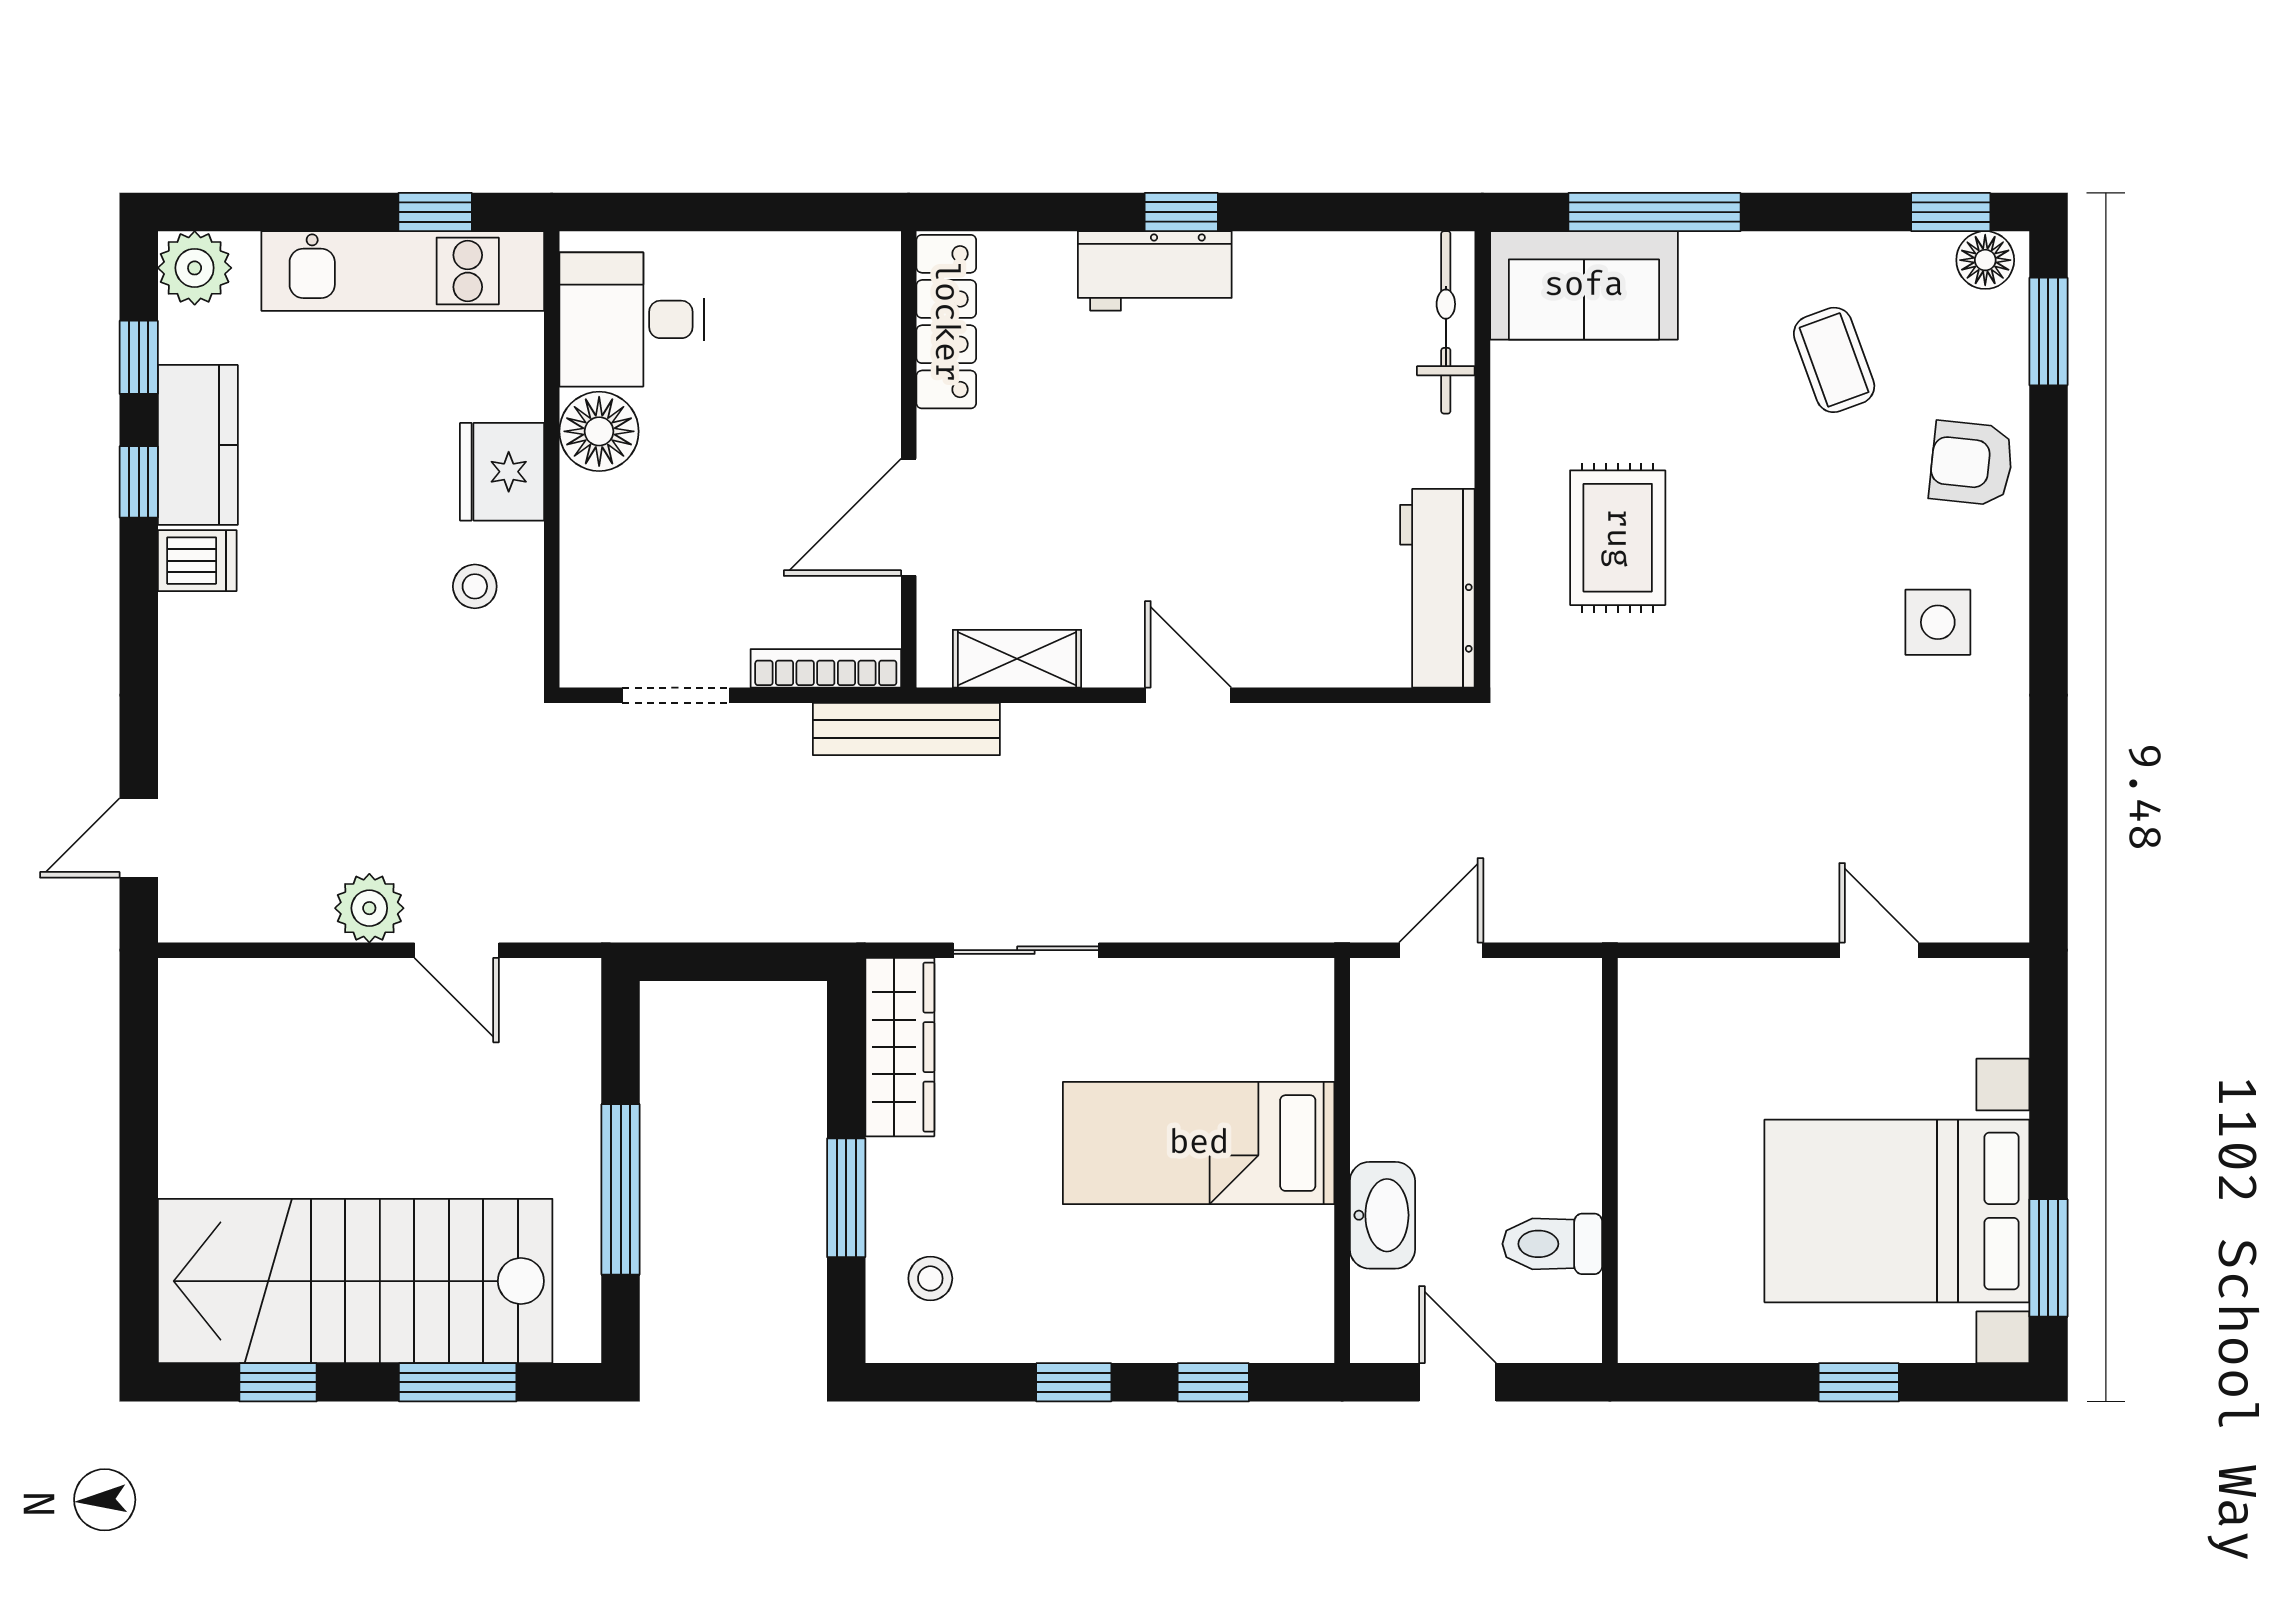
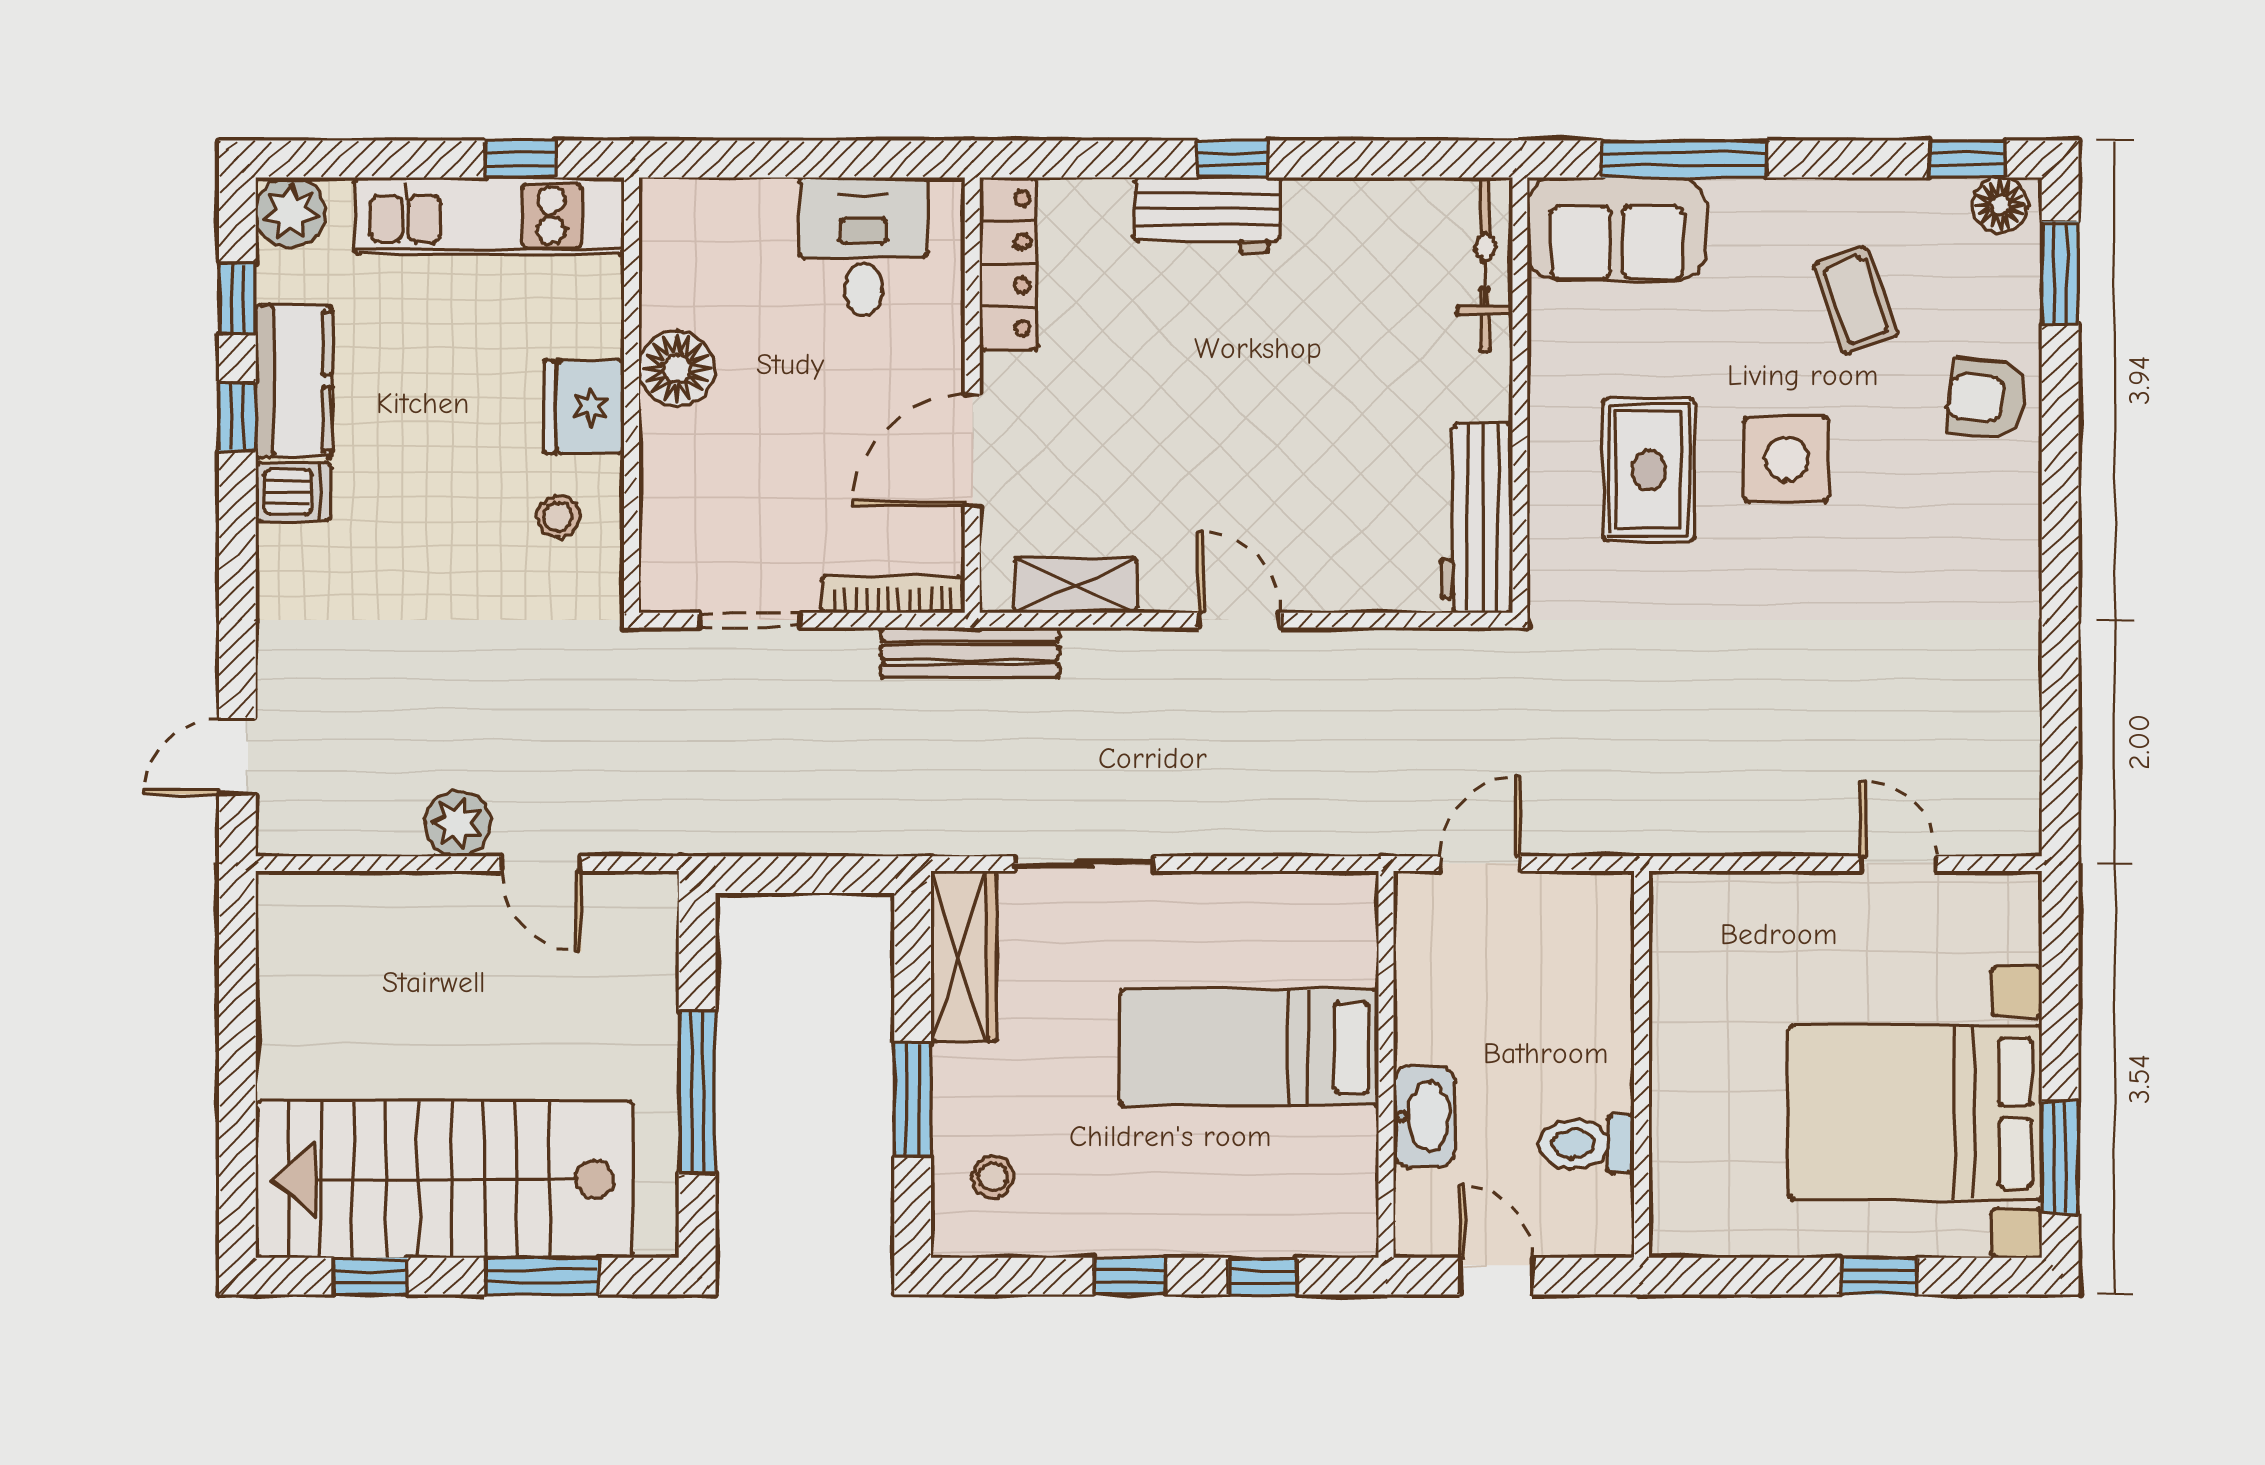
desk: (632, 319) -> (863, 246), moved, turned 90
side table: (1938, 622) -> (1786, 459), moved, width x1.37, depth x1.37

